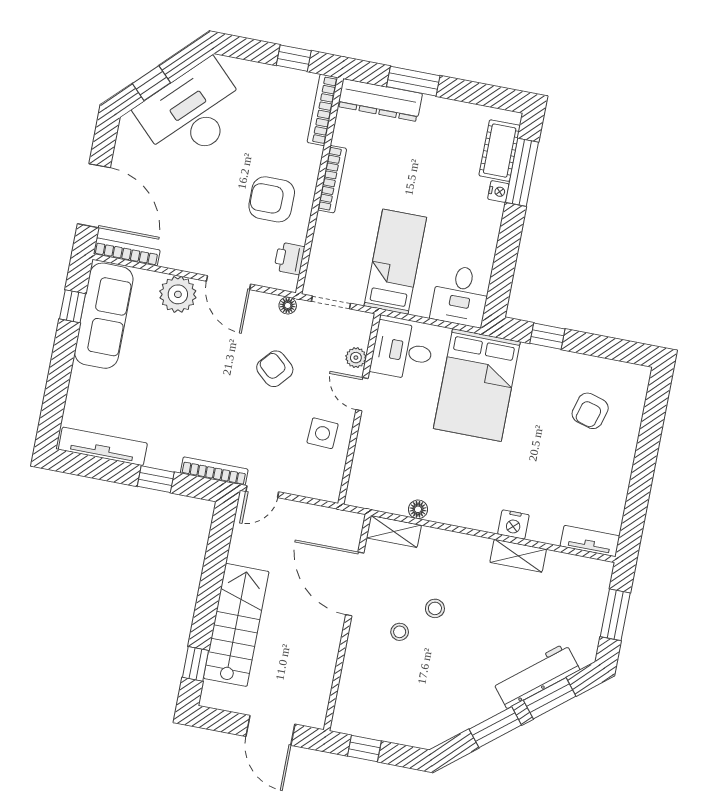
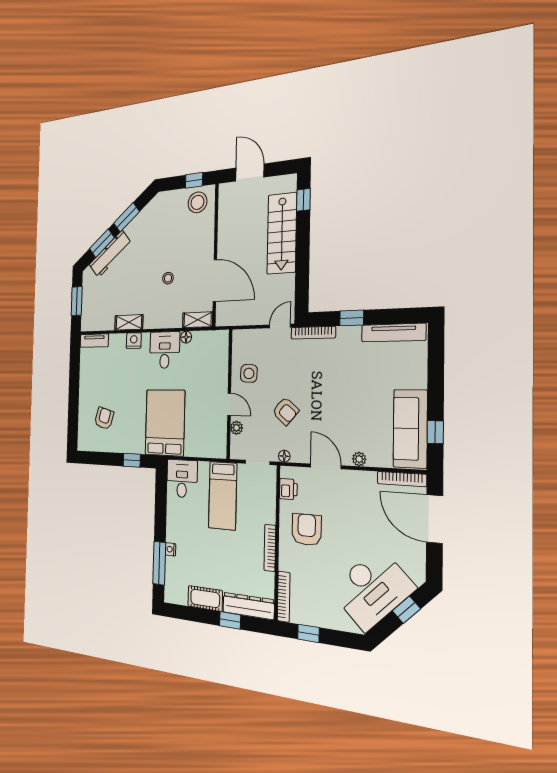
window: (413, 81) -> (230, 620), width x0.67
cot: (500, 151) -> (205, 598), moved, turned 90
armchair: (272, 199) -> (307, 530), turned -90
plant: (178, 294) -> (359, 459), width x0.53, depth x0.53
desk: (402, 351) -> (165, 350), moved, turned -90
stool: (400, 632) -> (197, 202), moved, width x1.89, depth x1.89

